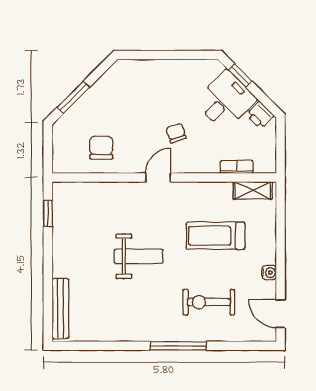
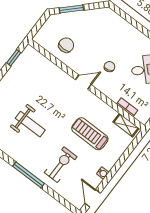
weight bench: (139, 256) -> (30, 124), moved
exercise bike: (209, 302) -> (61, 165), turned 90

